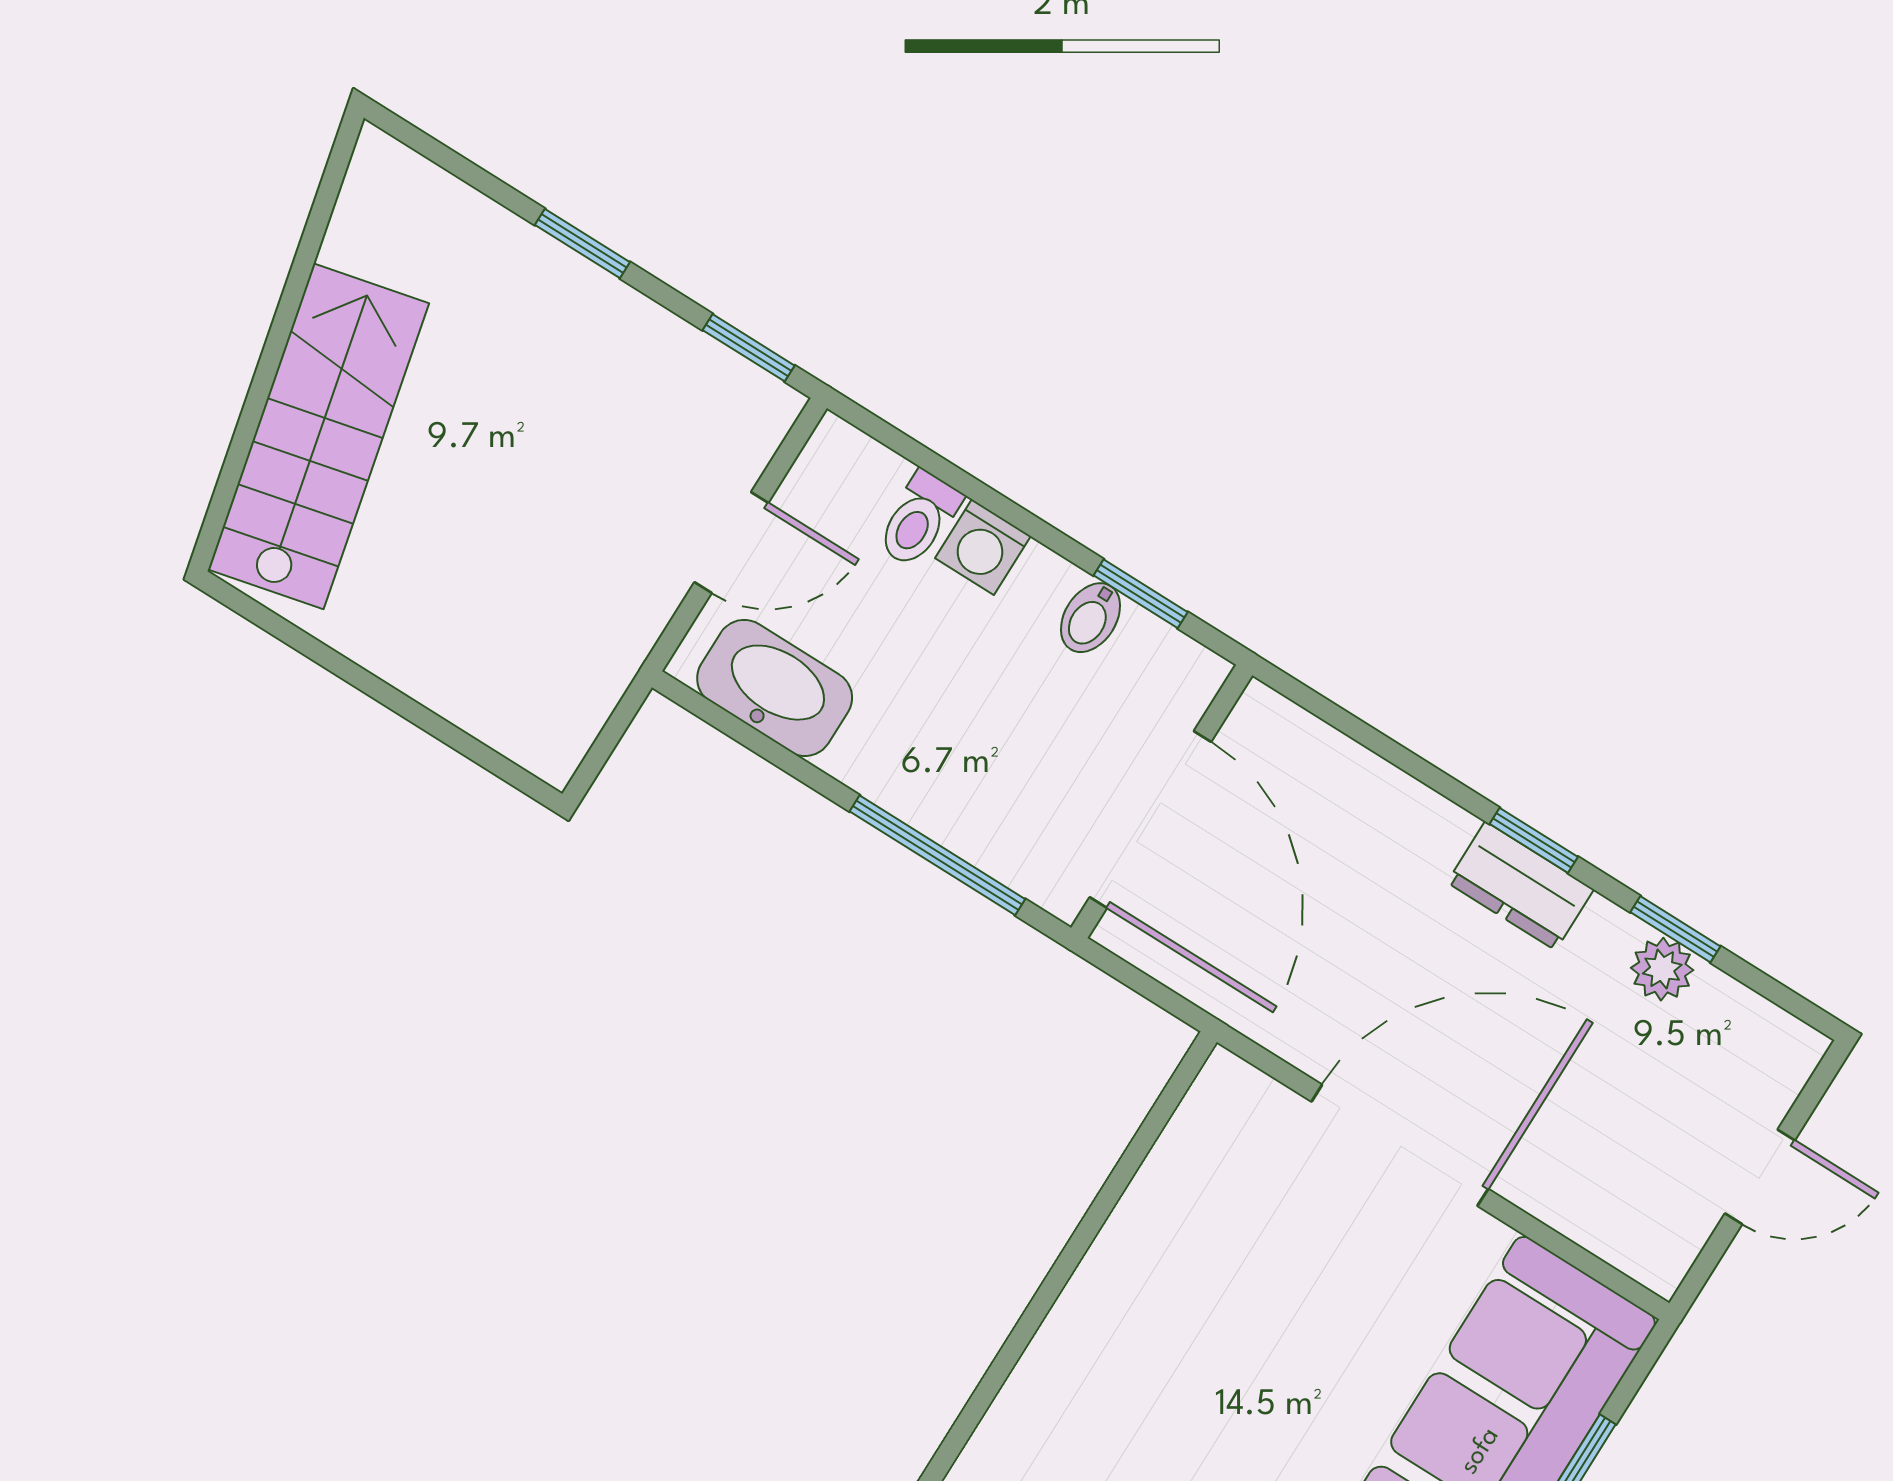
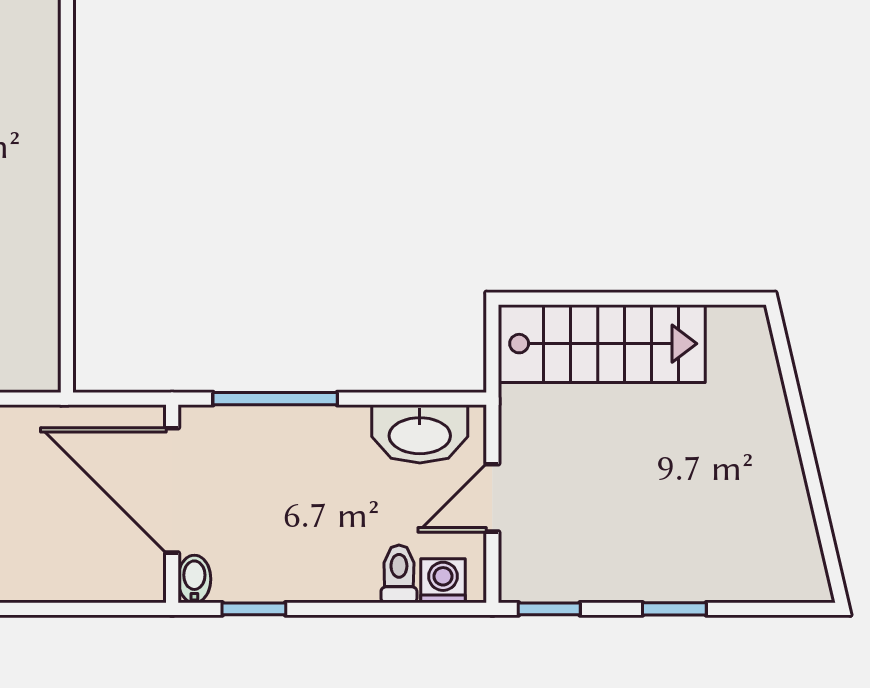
stairs: (318, 436) -> (602, 344), moved, turned -77
washing machine: (983, 547) -> (443, 581), moved
bidet: (1090, 618) -> (194, 579), moved

